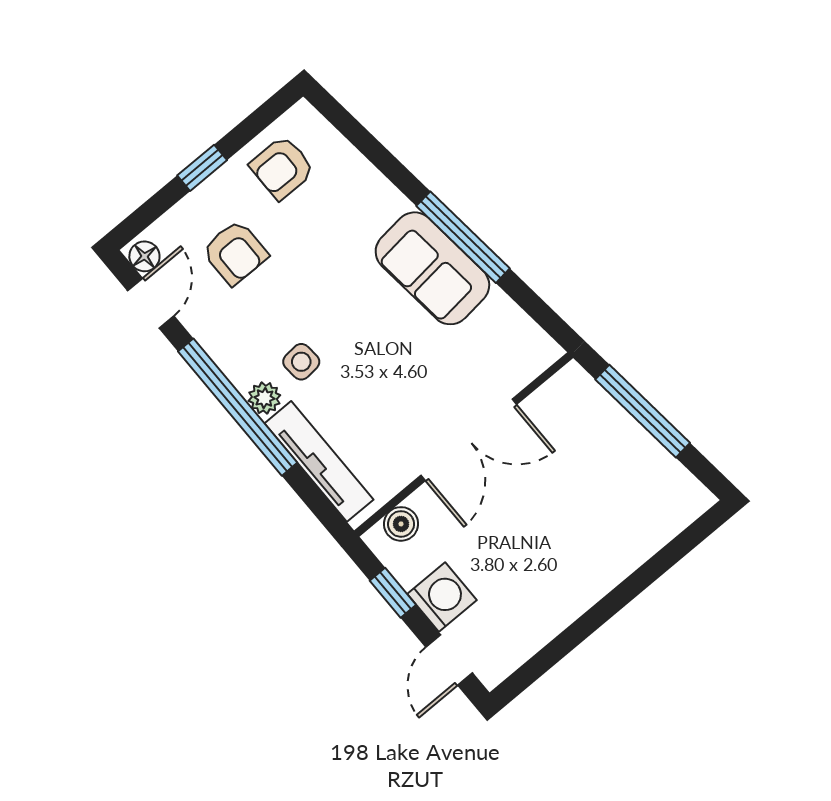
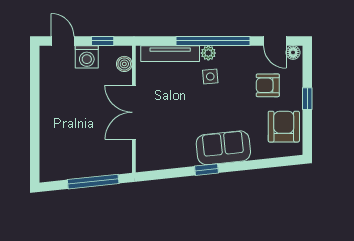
armchair: (282, 168) -> (284, 127), width x1.38, depth x1.38
window: (463, 237) -> (206, 170), width x0.46
sofa: (432, 268) -> (223, 148), moved

